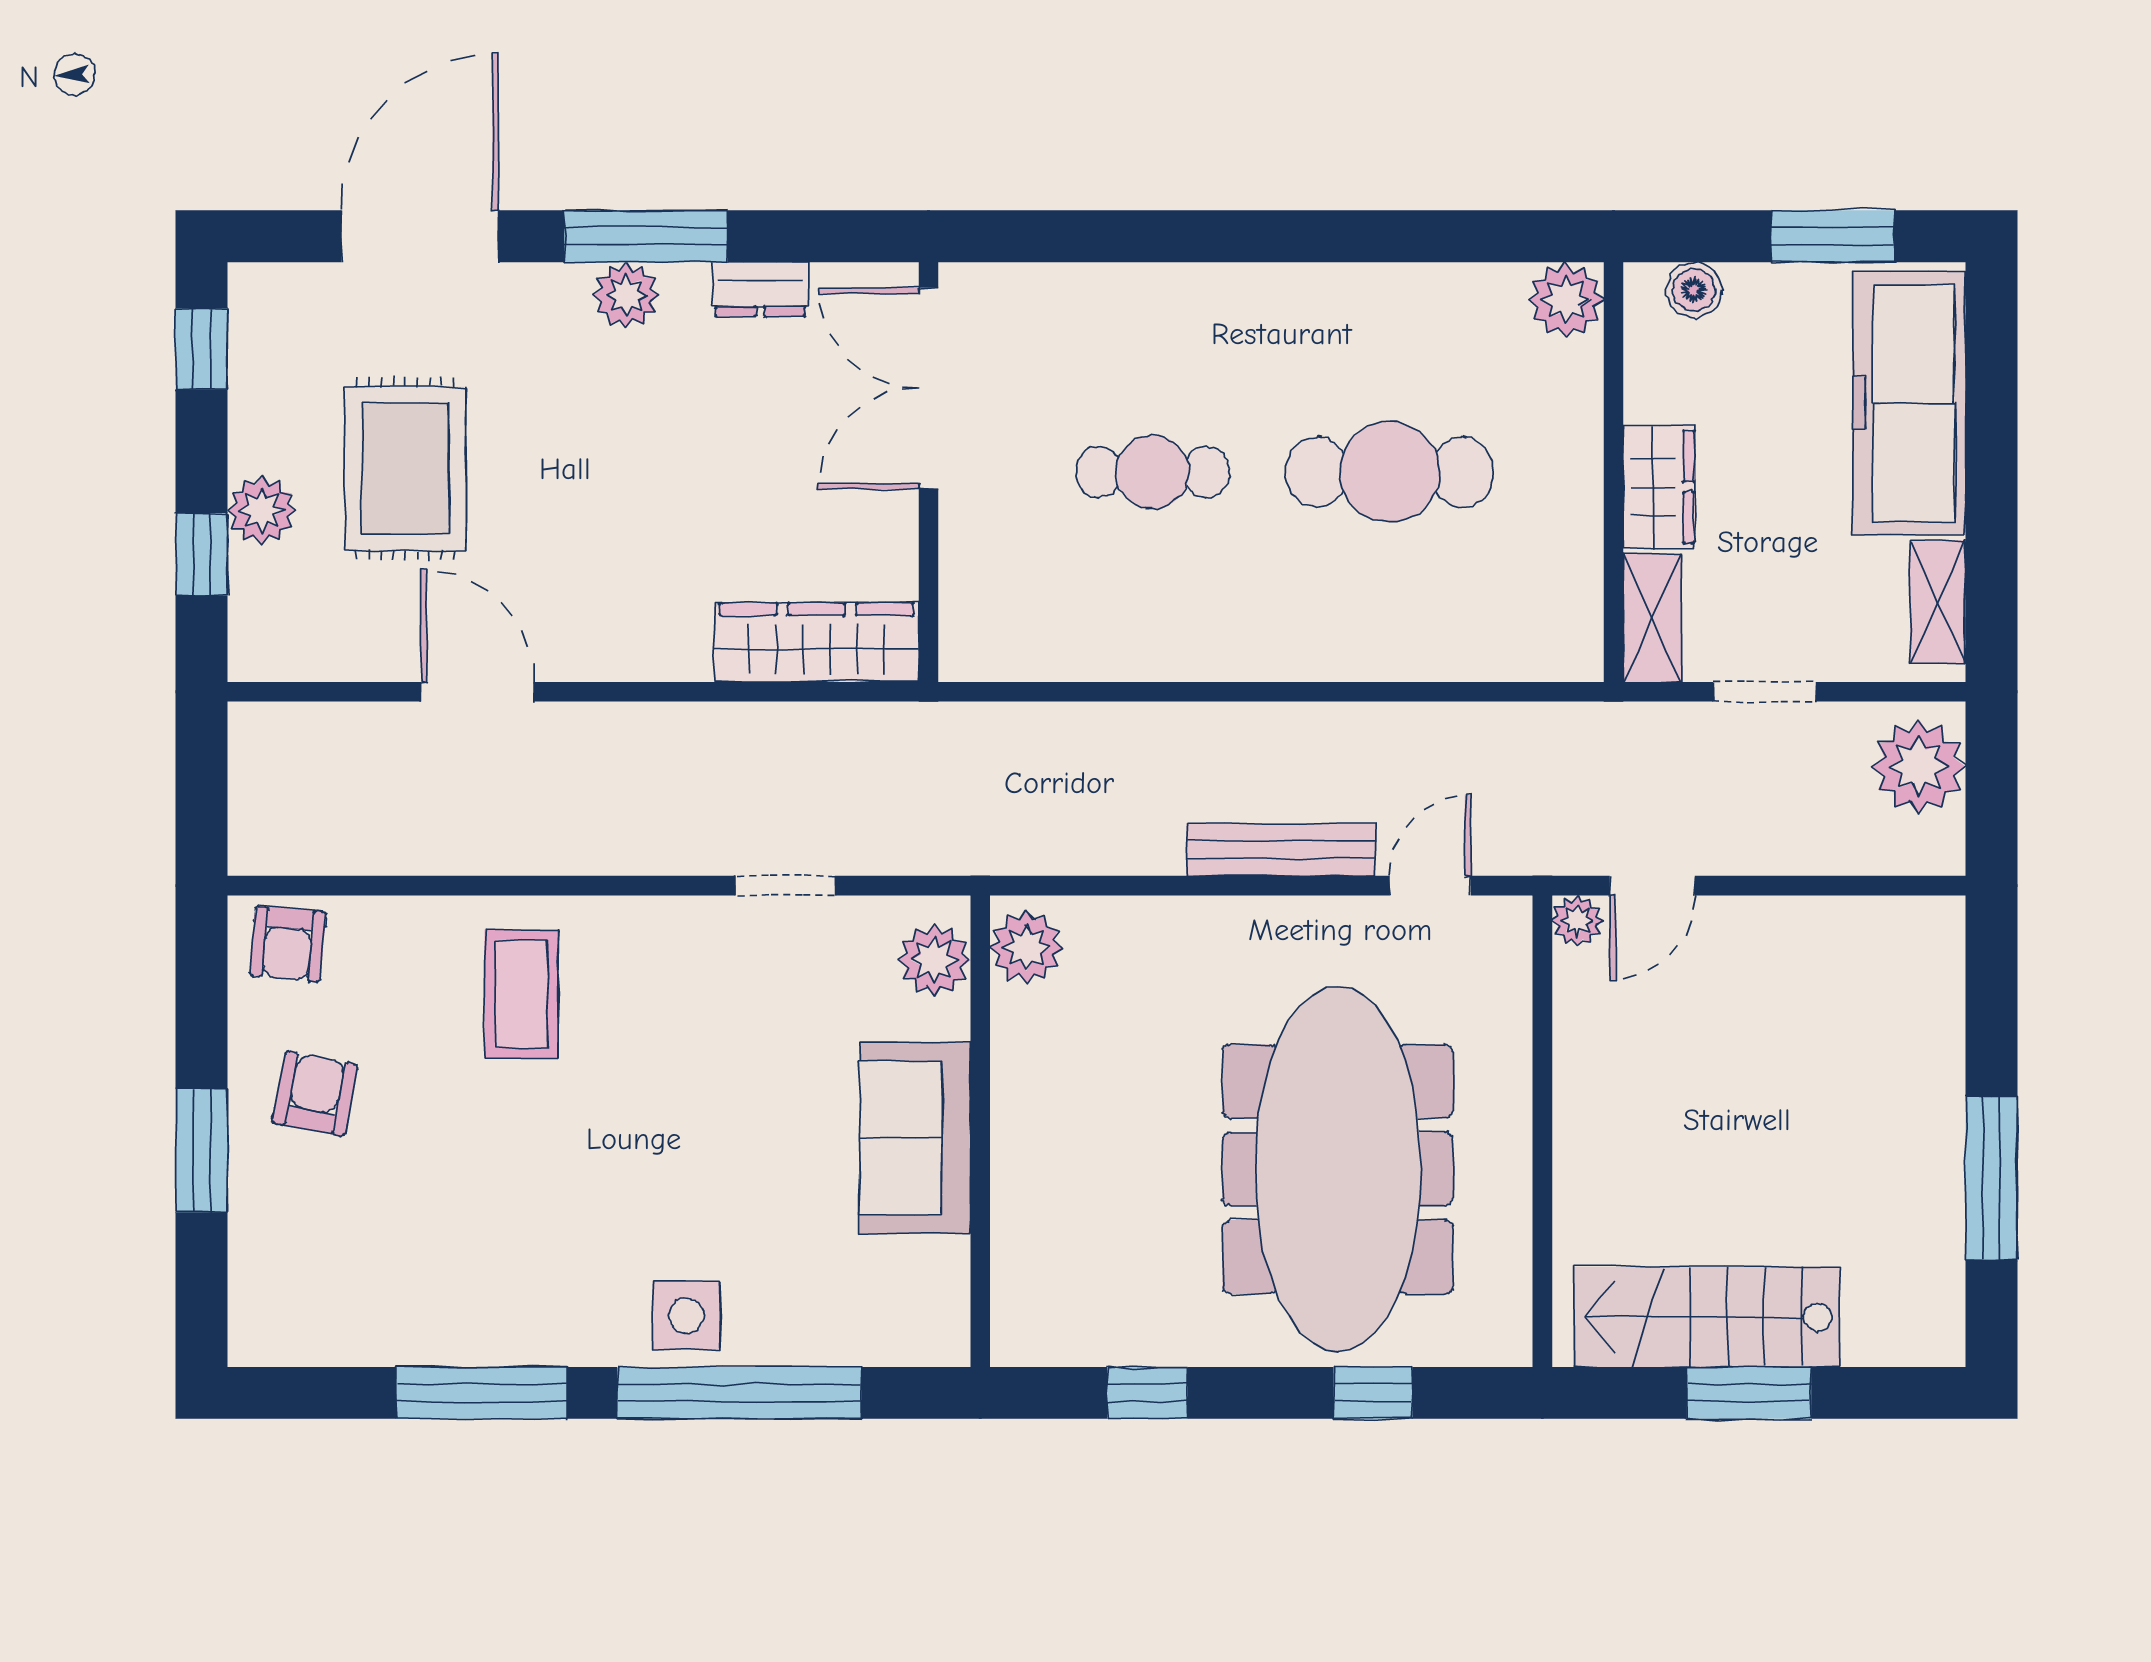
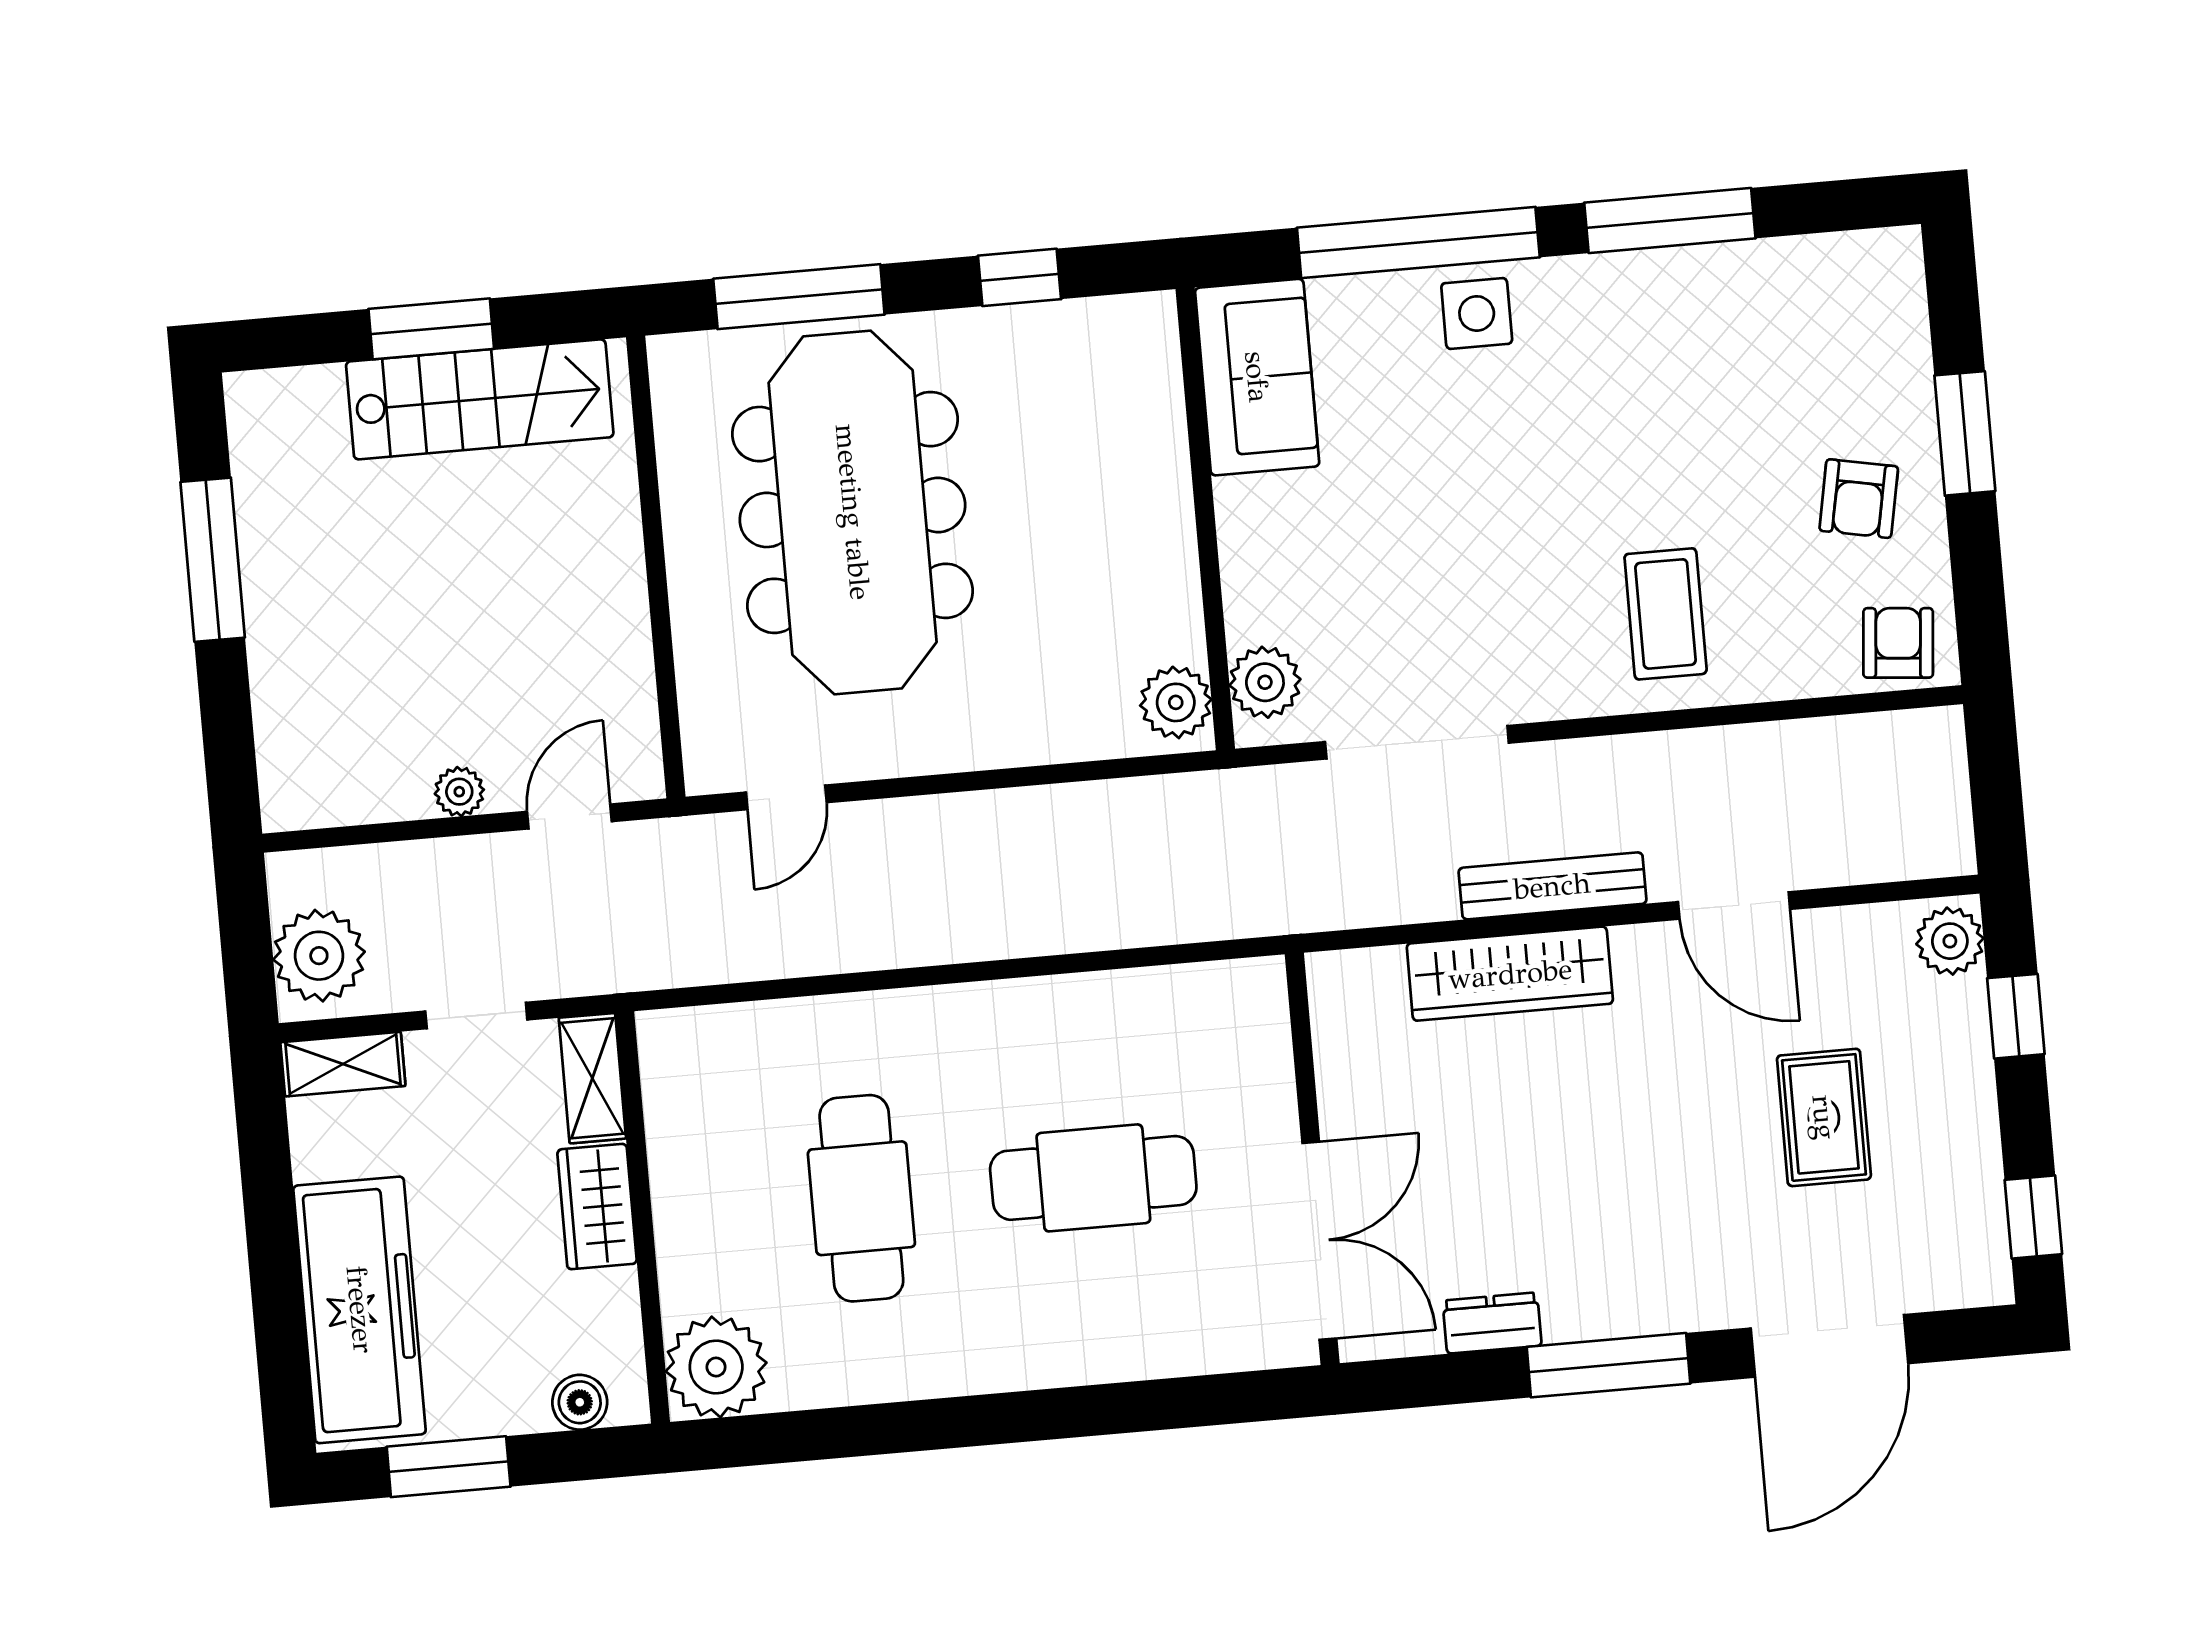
plant: (626, 295) -> (1623, 1306), removed
plant: (1566, 300) -> (716, 1367), width x1.36, depth x1.36
rug: (405, 469) -> (1824, 1117), width x0.73, depth x0.70
cafe table: (1152, 472) -> (1093, 1178), width x1.37, depth x1.35
cafe table: (1390, 472) -> (861, 1198), turned 90
plant: (262, 510) -> (1950, 941), moved
shelving: (1938, 602) -> (343, 1064), moved, turned 90
wardrobe: (816, 642) -> (1510, 974), moved
bench: (1281, 850) -> (1552, 886), moved
doorway: (785, 886) -> (1417, 742), width x1.88
plant: (1577, 921) -> (459, 792), moved
sofa: (915, 1138) -> (1257, 377), moved
window: (1373, 1393) -> (799, 297), width x2.17

